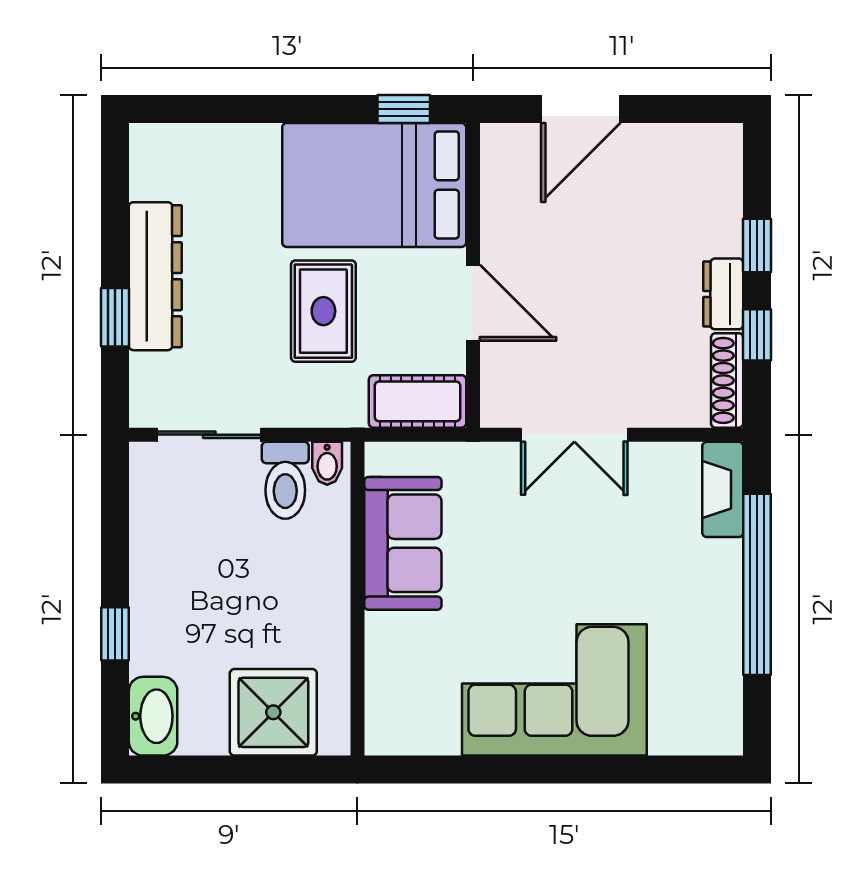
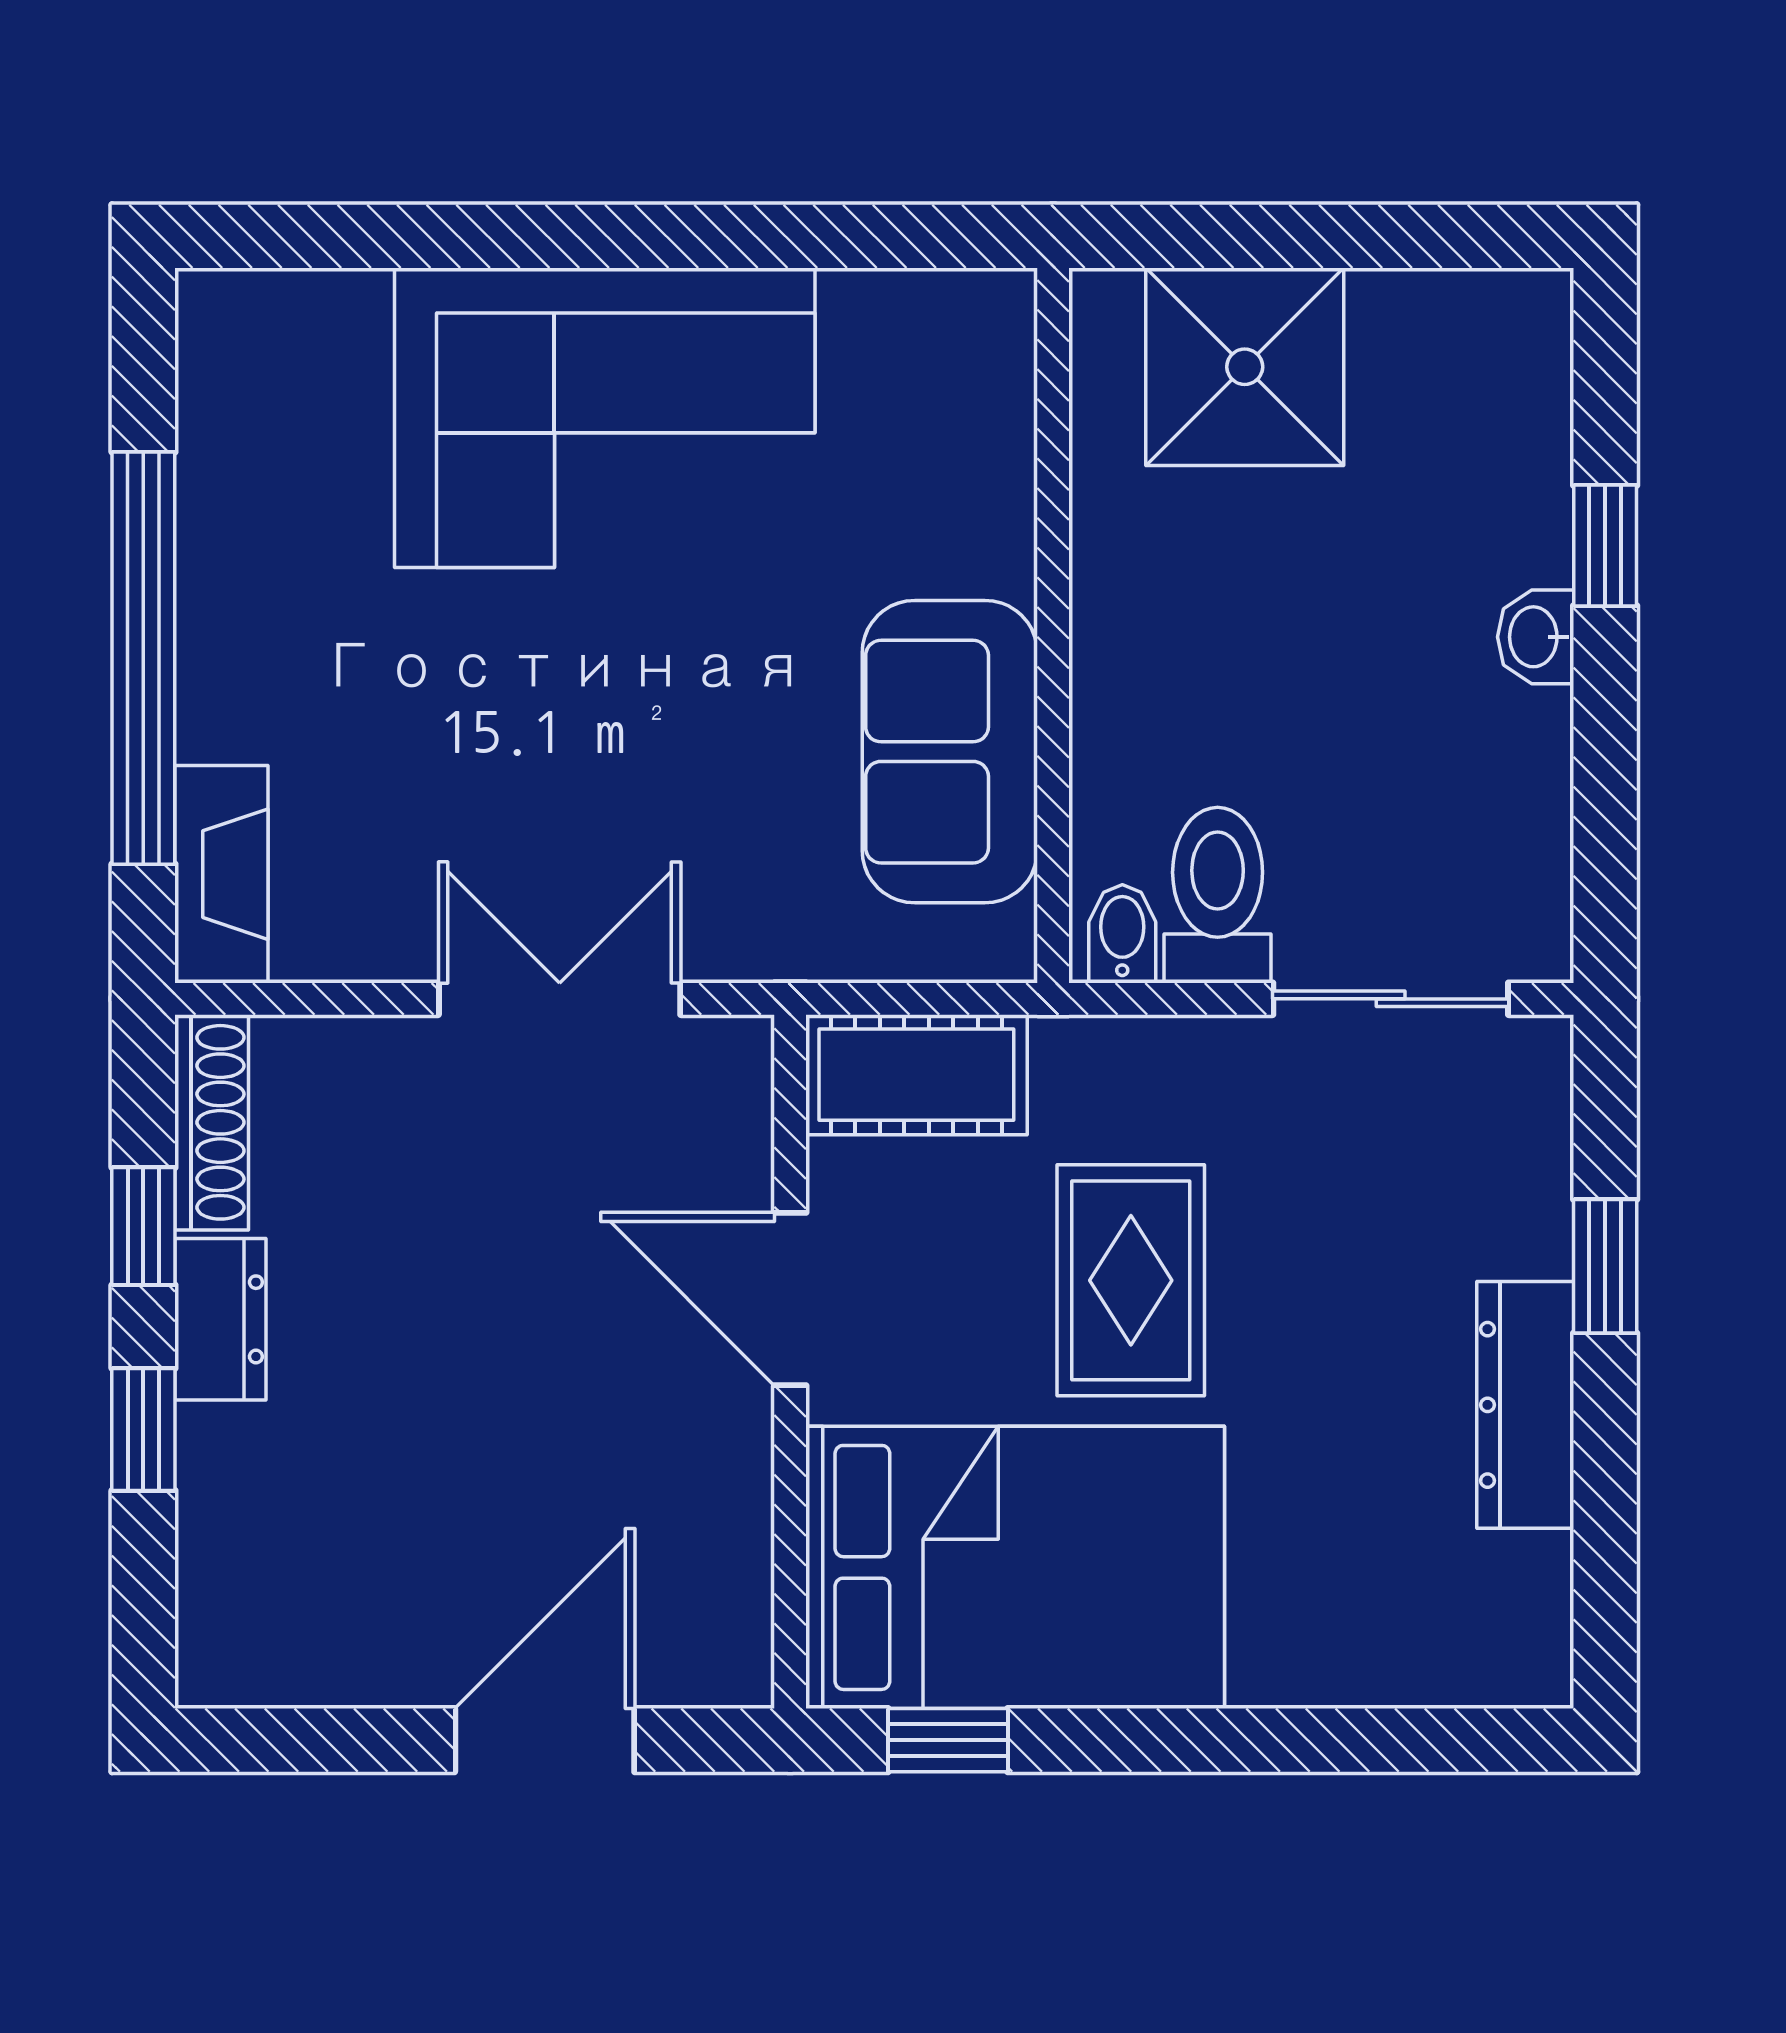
dresser: (155, 276) -> (1525, 1405), width x0.73, depth x0.80
washbasin: (153, 716) -> (1536, 637), moved, width x0.52, depth x0.69

